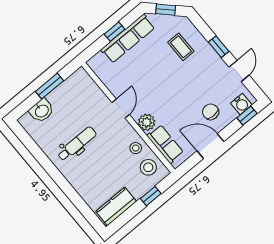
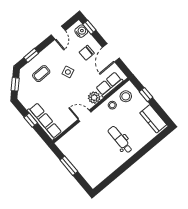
row of seats: (128, 39) -> (44, 121), moved
window: (219, 47) -> (31, 55), moved
door: (239, 71) -> (58, 33), swing flipped
side table: (183, 85) -> (68, 72), added
washbasin: (42, 111) -> (86, 171), removed
dental chair: (77, 144) -> (120, 140), moved

